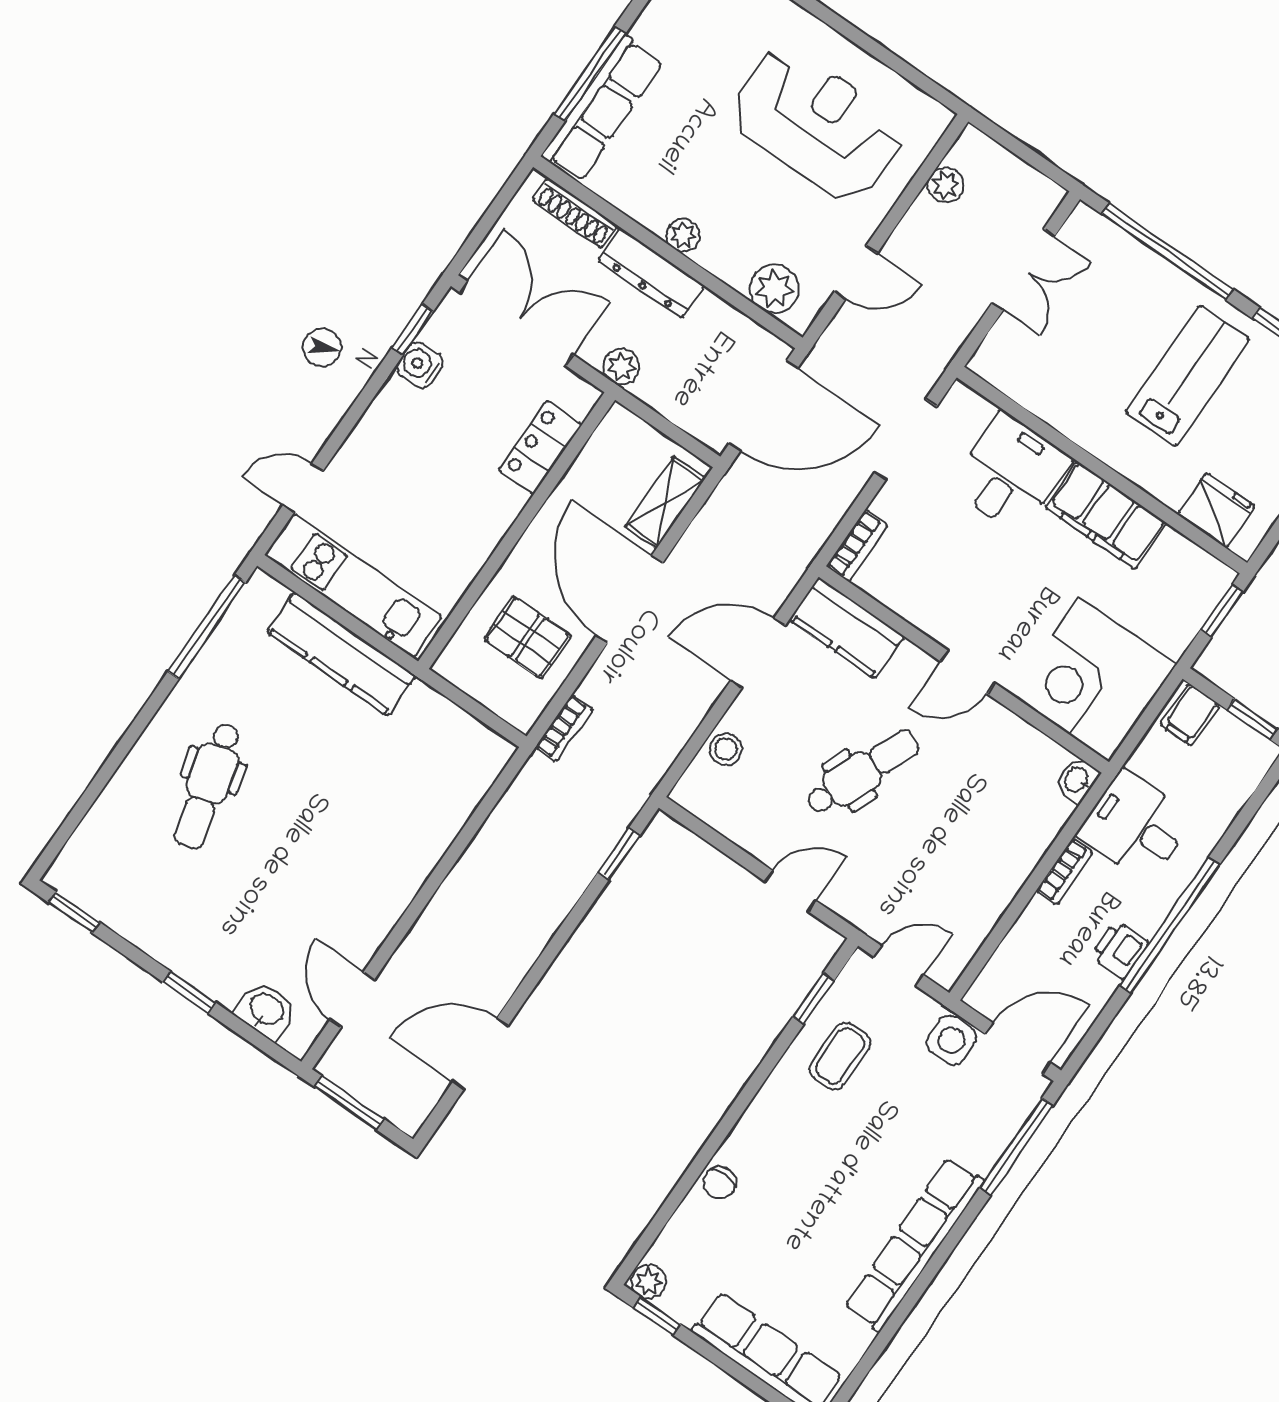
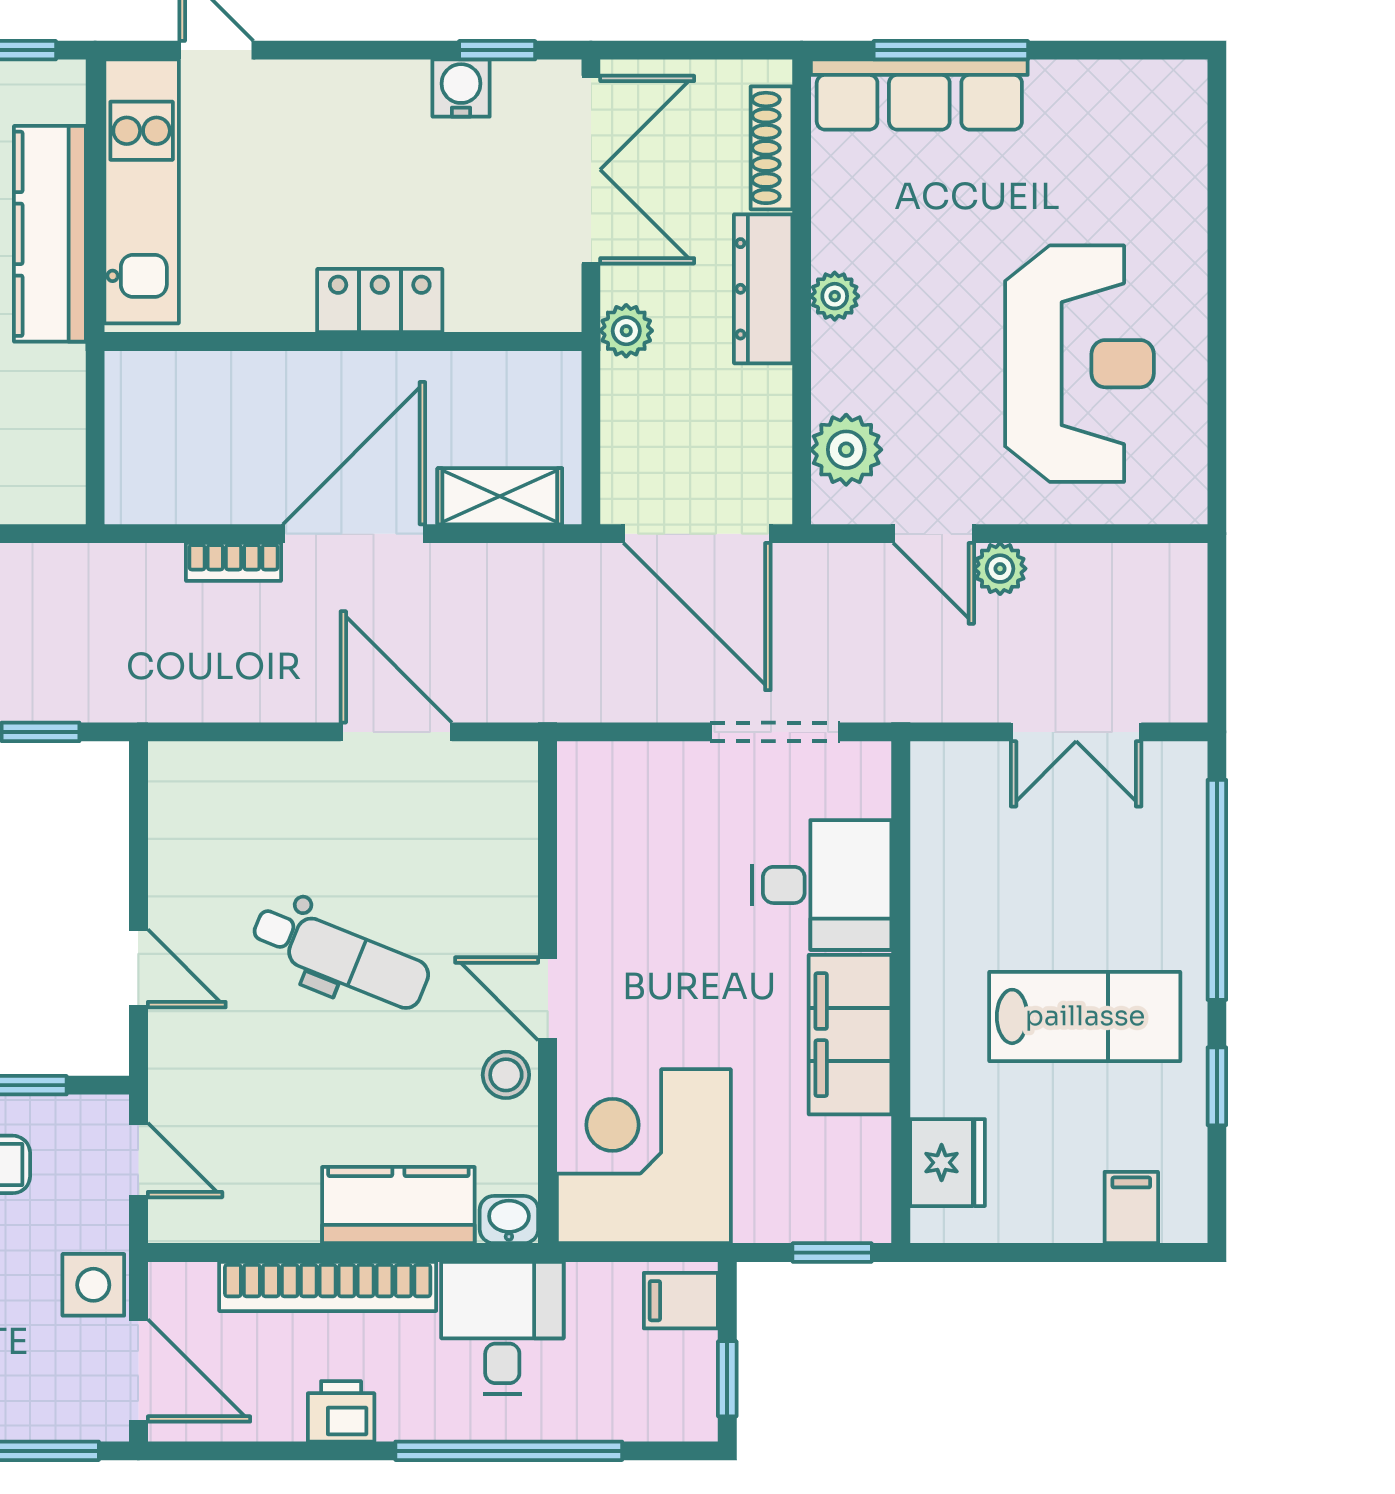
plant: (946, 185) -> (1000, 569), moved
locker: (540, 448) -> (380, 301), moved
bookcase: (857, 545) -> (607, 761), removed
kitchen counter: (847, 628) -> (398, 1205), moved, turned 90
pallet: (527, 637) -> (224, 443), removed
bookcase: (564, 728) -> (233, 562), moved
stool: (726, 749) -> (506, 1075), moved
bookcase: (1065, 871) -> (328, 1286), width x2.31, depth x1.31
window: (1170, 925) -> (509, 1451), moved

